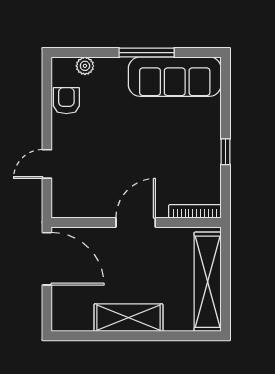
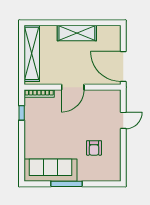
plant: (85, 66) -> (102, 176), removed
armchair: (66, 101) -> (94, 148), moved
window: (225, 152) -> (22, 113), moved

